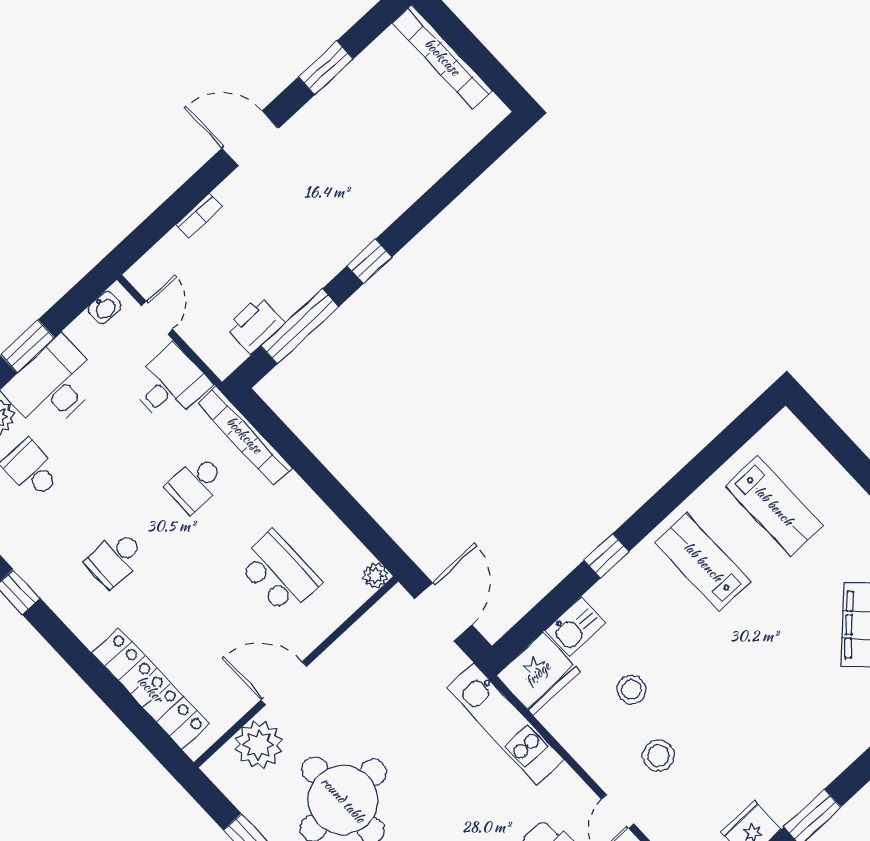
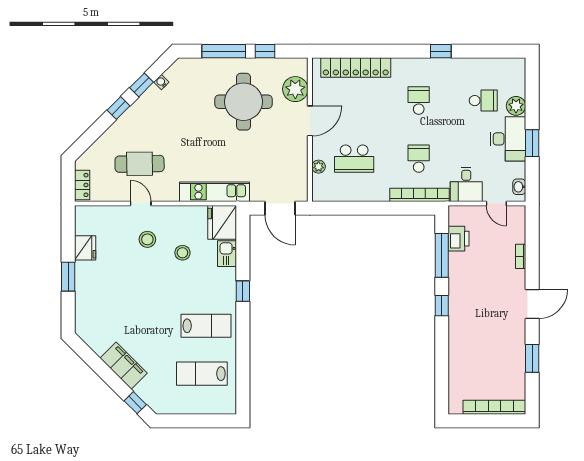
plant: (375, 576) -> (319, 167), moved

